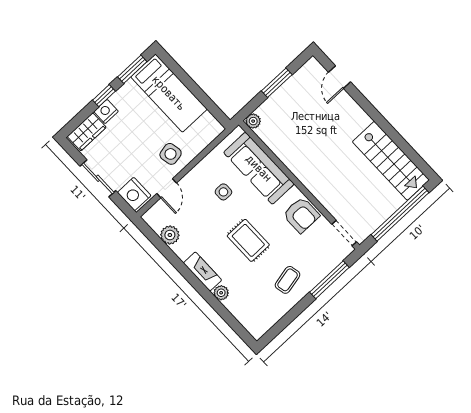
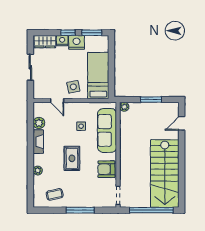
bed: (169, 93) -> (98, 76), moved, turned 180
stairs: (391, 161) -> (165, 174), width x1.36, depth x1.51
door: (167, 188) -> (57, 101), hinge flipped
nightstand: (134, 194) -> (77, 42), moved, turned 90
armchair: (301, 215) -> (106, 169), turned 90
fireplace: (203, 271) -> (38, 142), moved
coffee table: (288, 280) -> (55, 194), moved
window: (329, 280) -> (80, 210), moved

